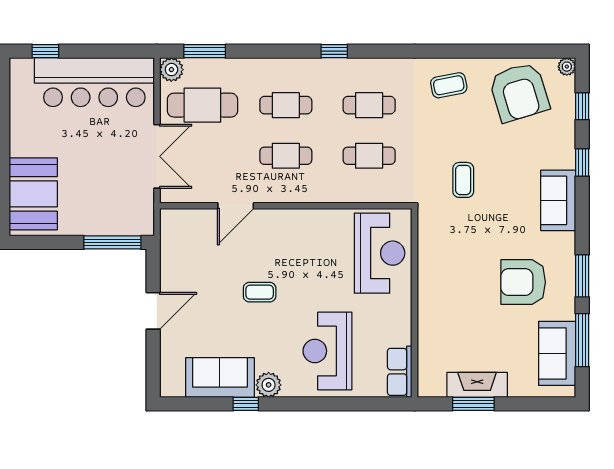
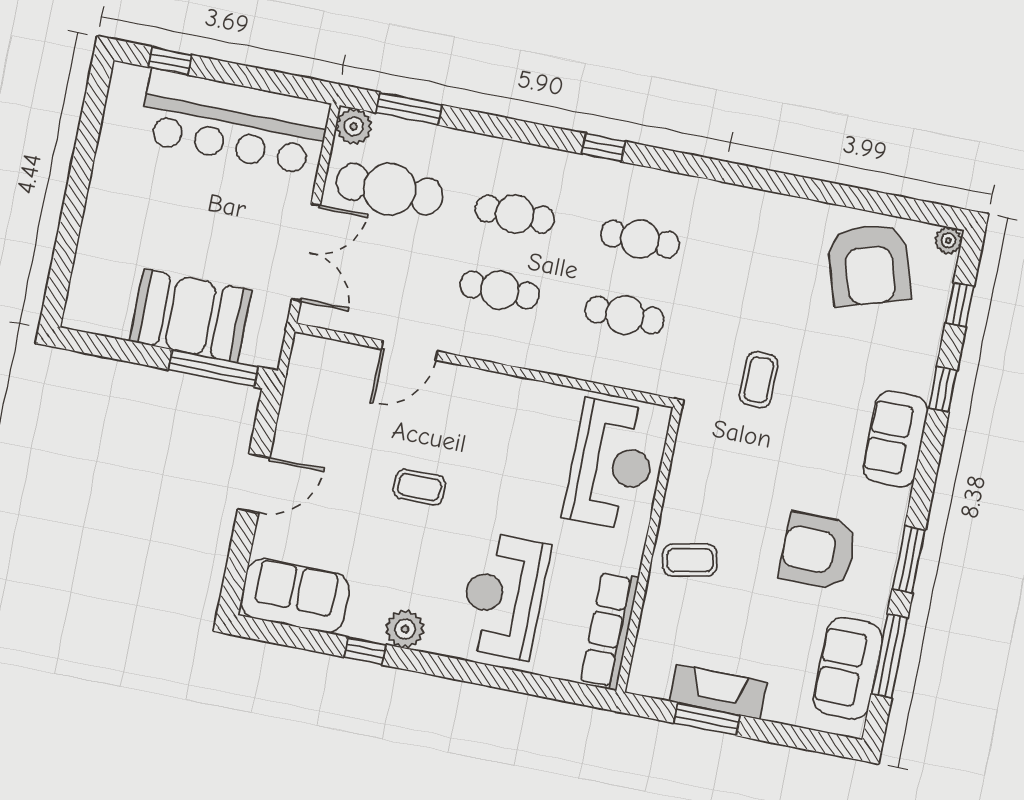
coffee table: (449, 85) -> (690, 560), moved
booth: (33, 194) -> (191, 316), moved, turned 90
row of seats: (400, 372) -> (610, 630), width x1.48
sofa: (220, 378) -> (295, 596), moved

